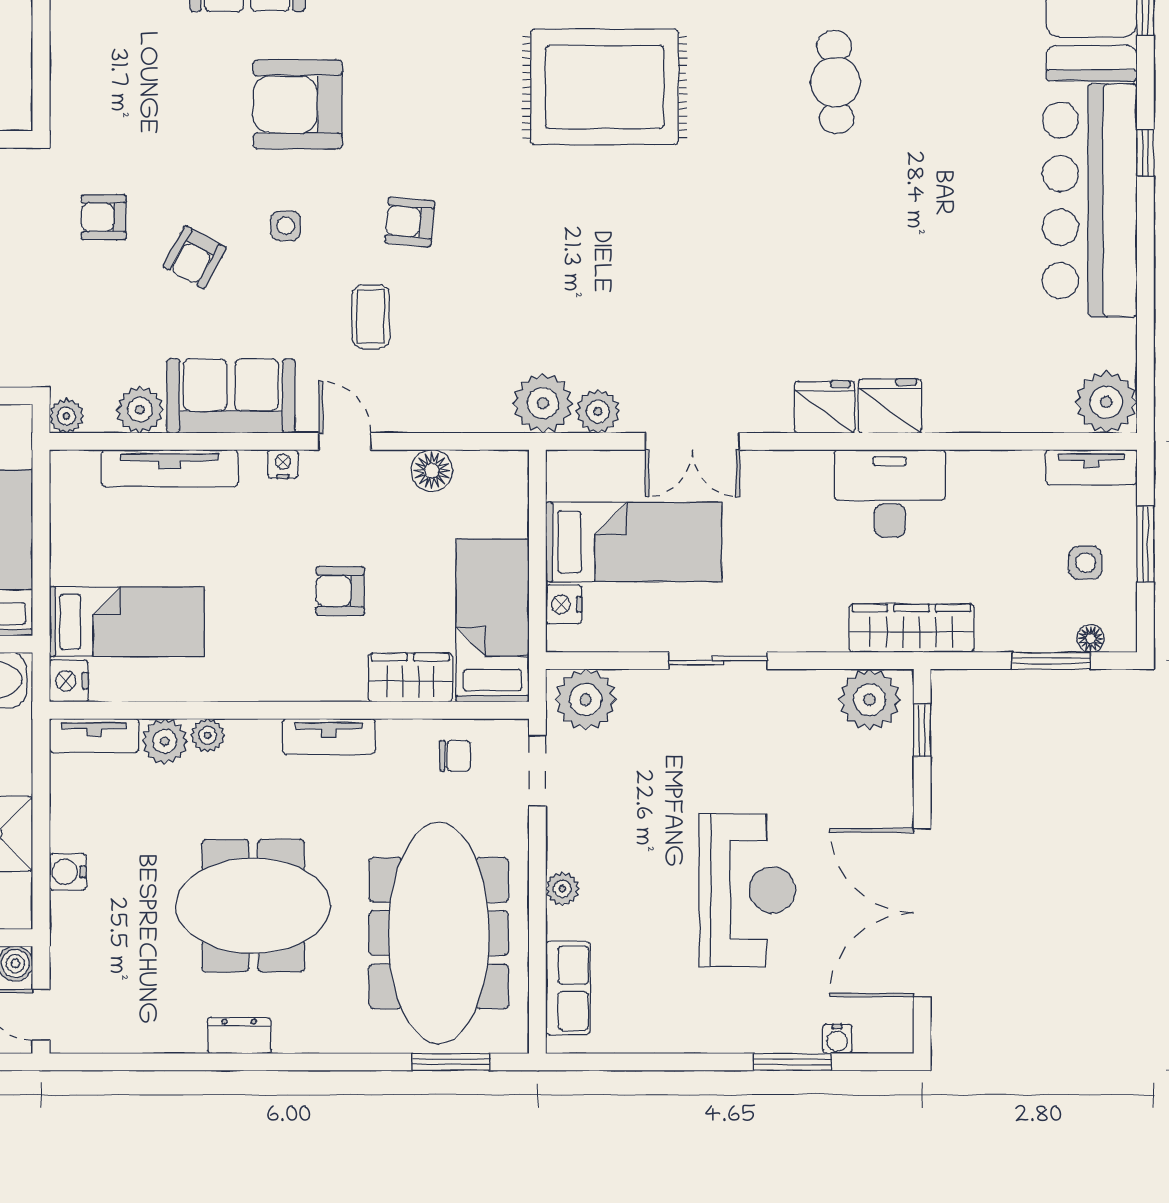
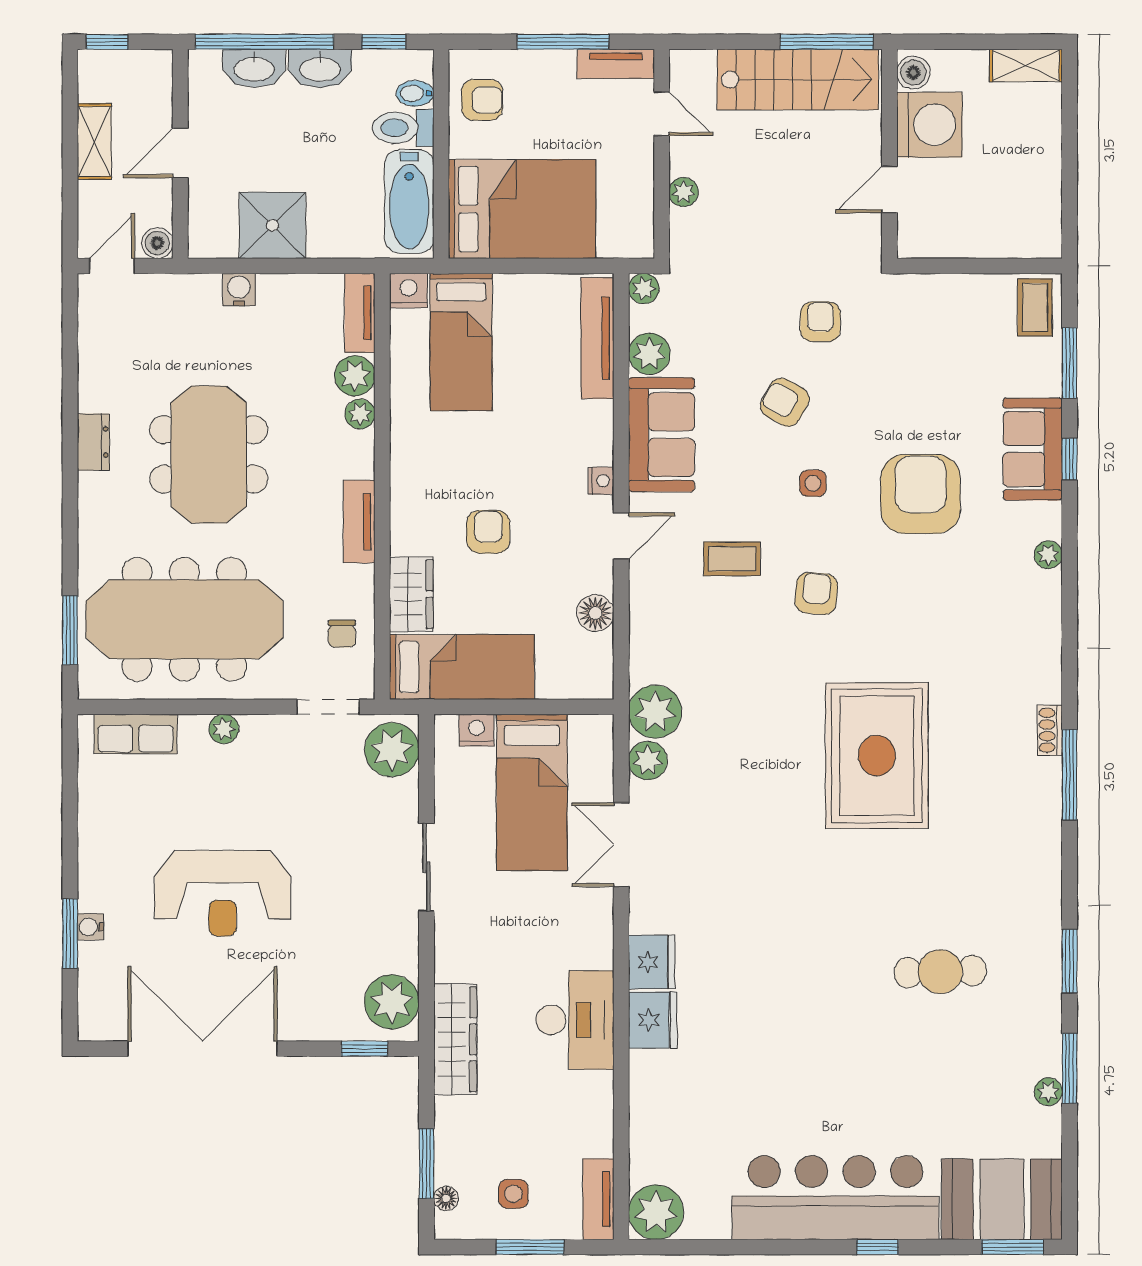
rug: (605, 87) -> (877, 756), moved
tv unit: (170, 468) -> (597, 338), moved
water cooler: (837, 1039) -> (90, 927), moved

